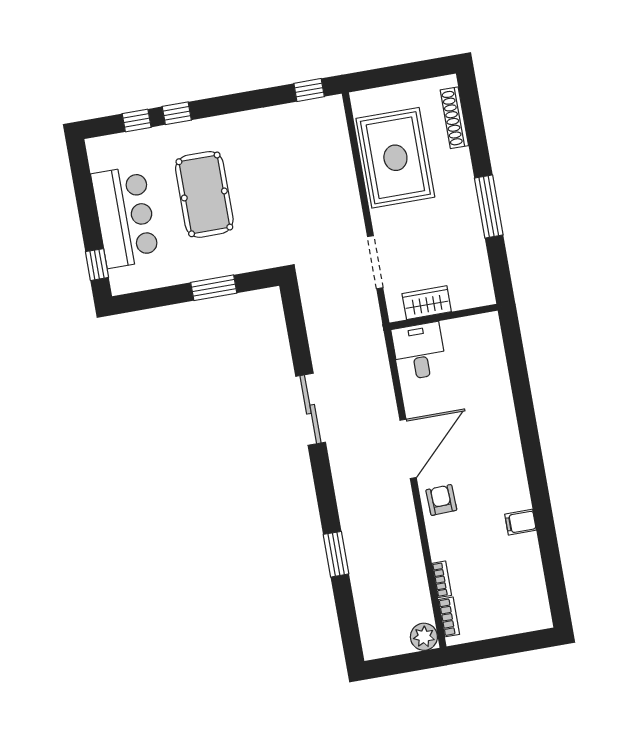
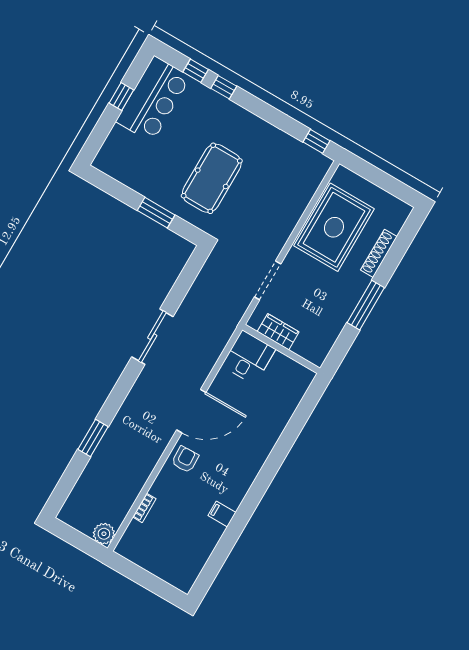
shoe rack: (454, 118) -> (379, 253), moved
pool table: (204, 194) -> (212, 178), moved
bar counter: (125, 217) -> (153, 99), moved
window: (97, 265) -> (121, 96), moved
bookcase: (449, 617) -> (129, 535), removed

